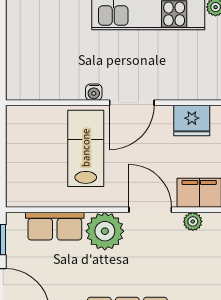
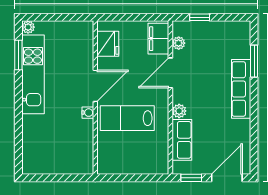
door: (132, 103) -> (95, 86), hinge flipped
plant: (105, 231) -> (179, 111), width x0.53, depth x0.53

